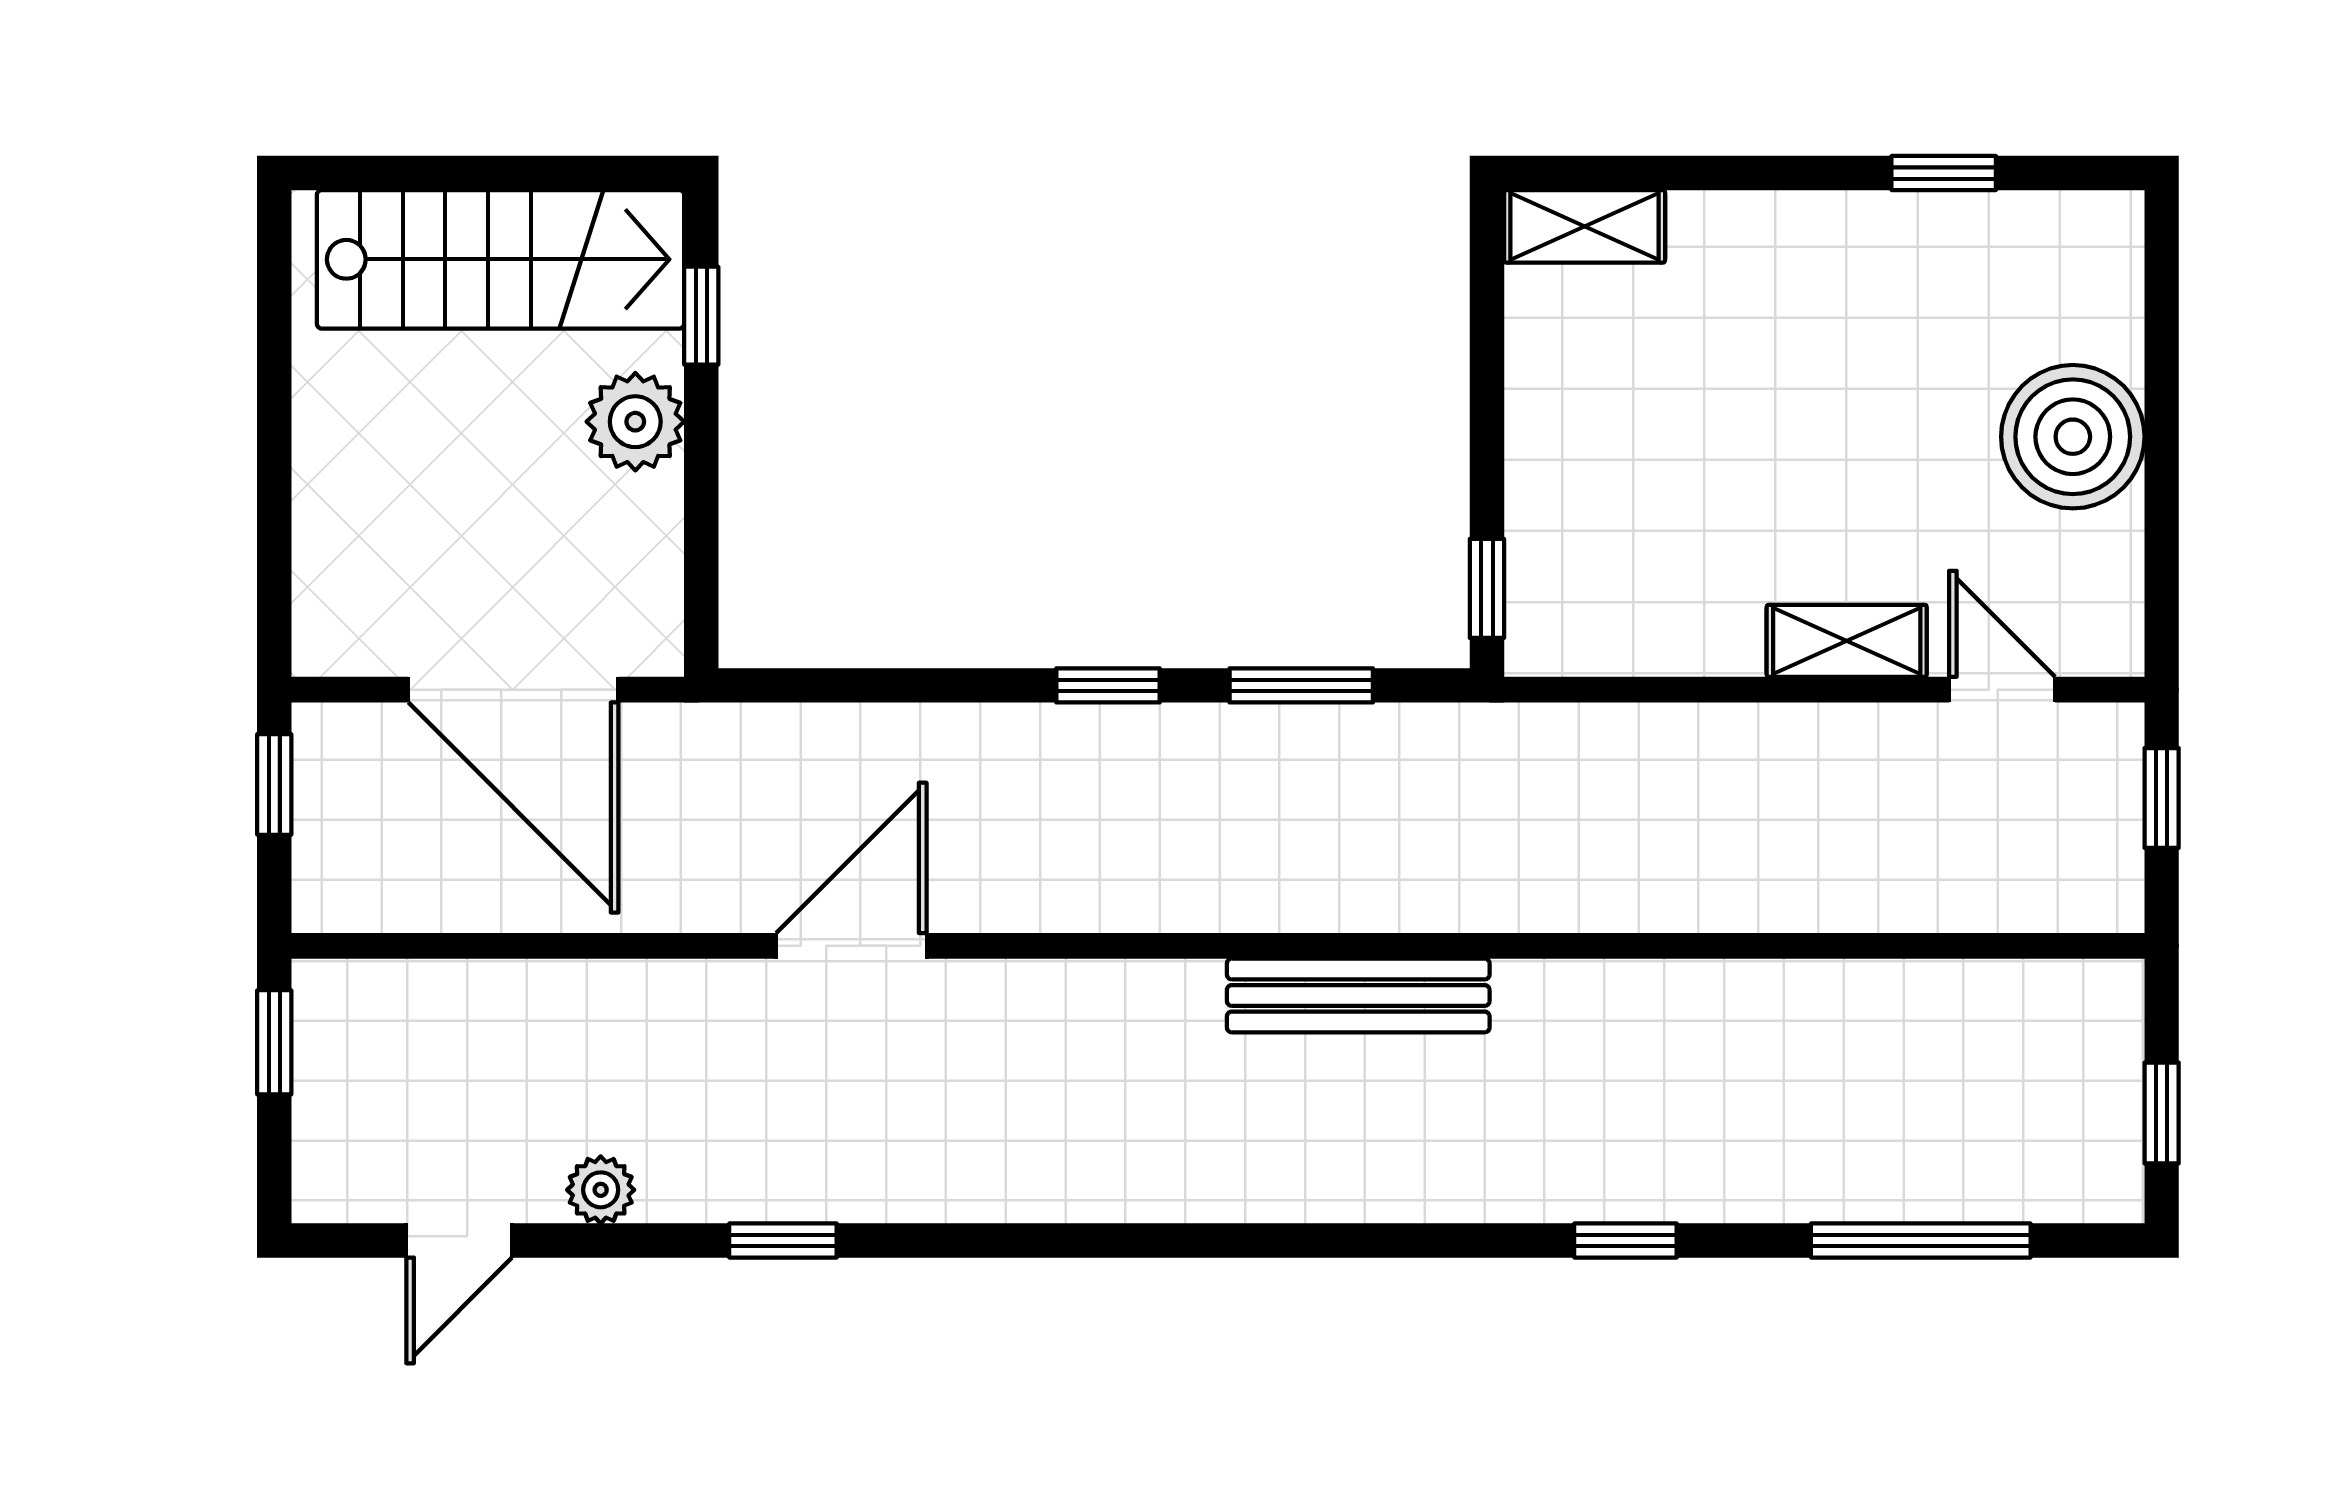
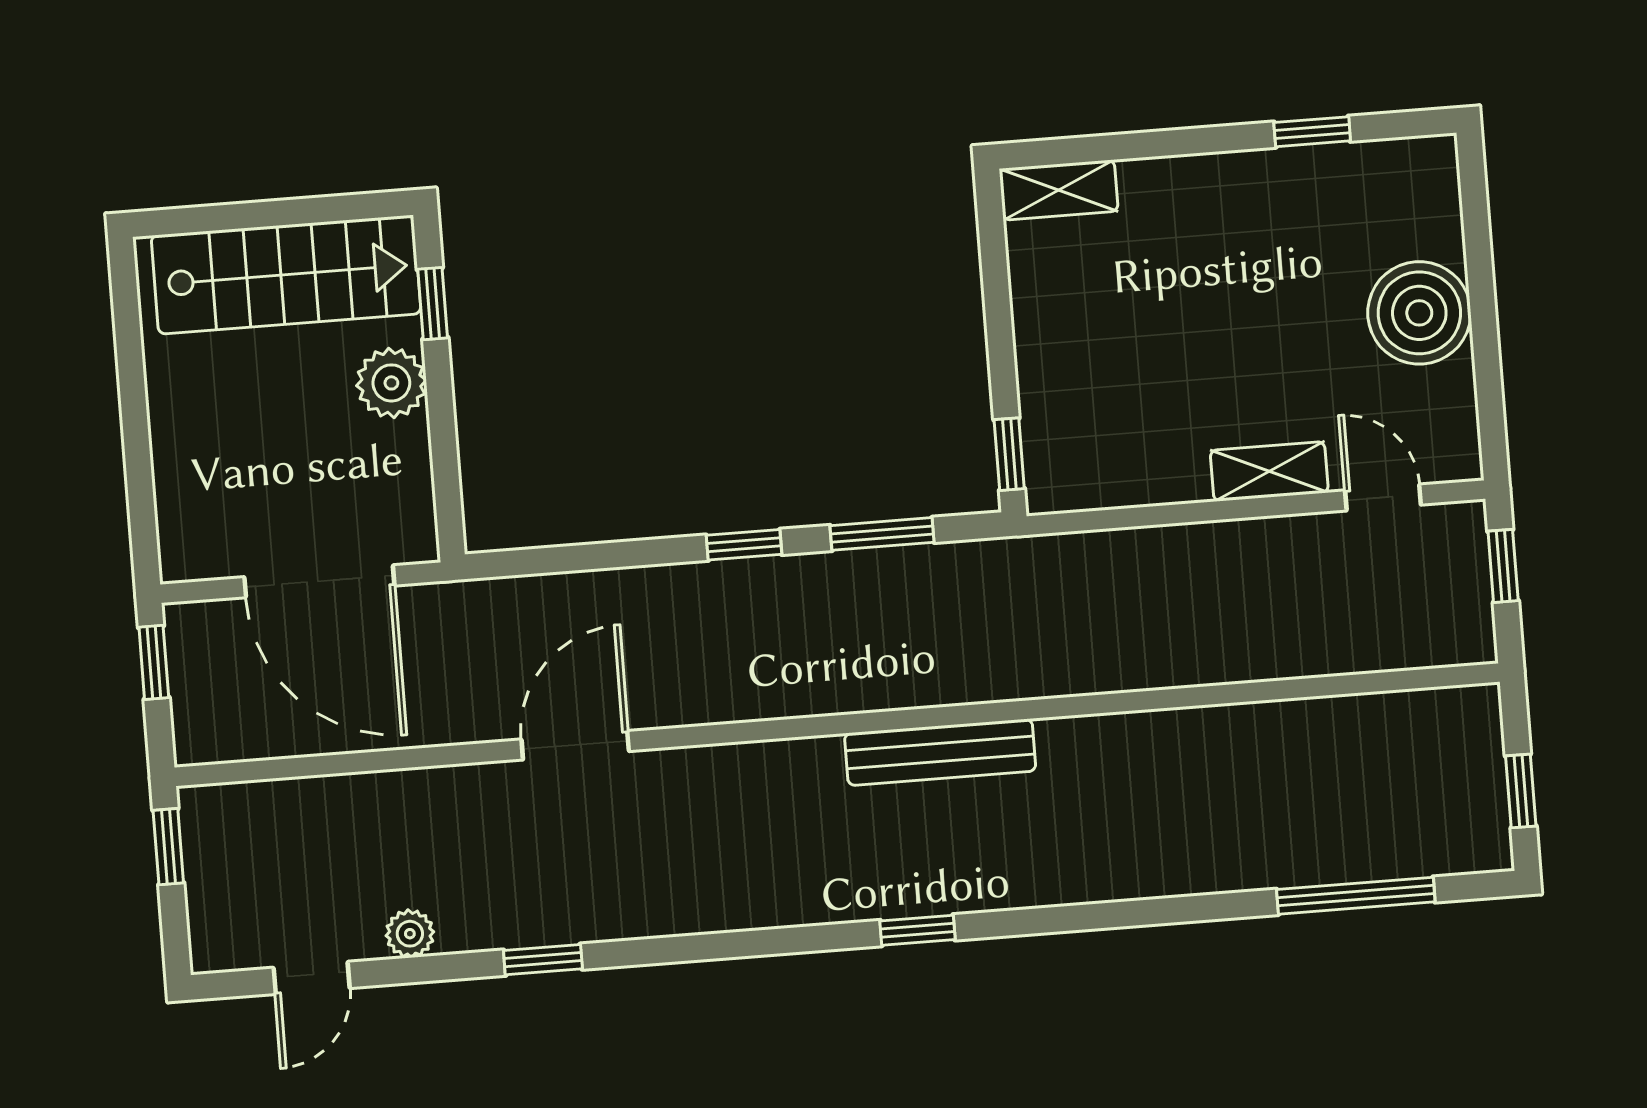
window: (1625, 1241) -> (918, 930), moved

